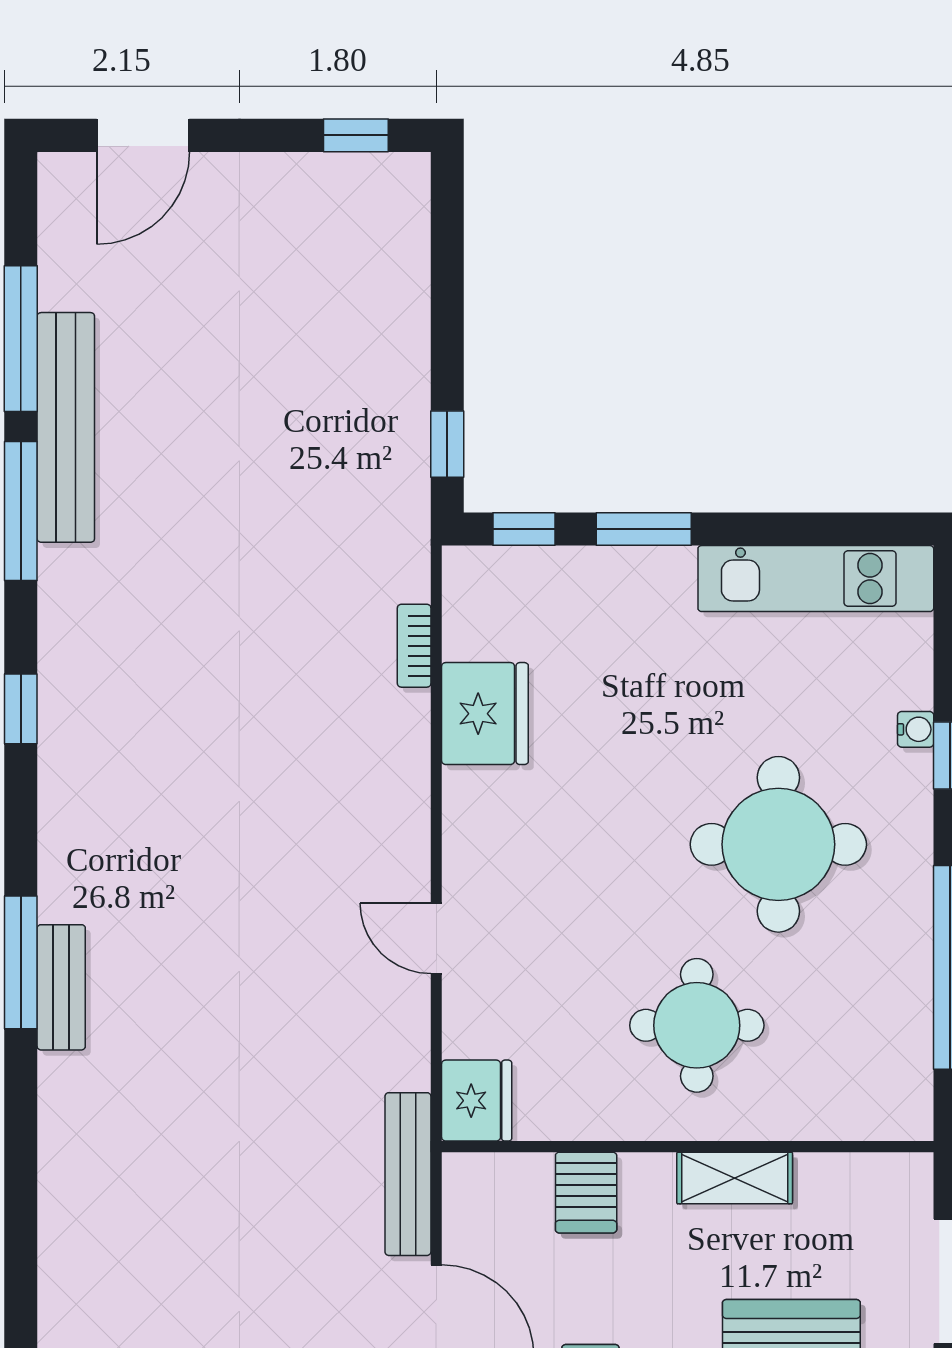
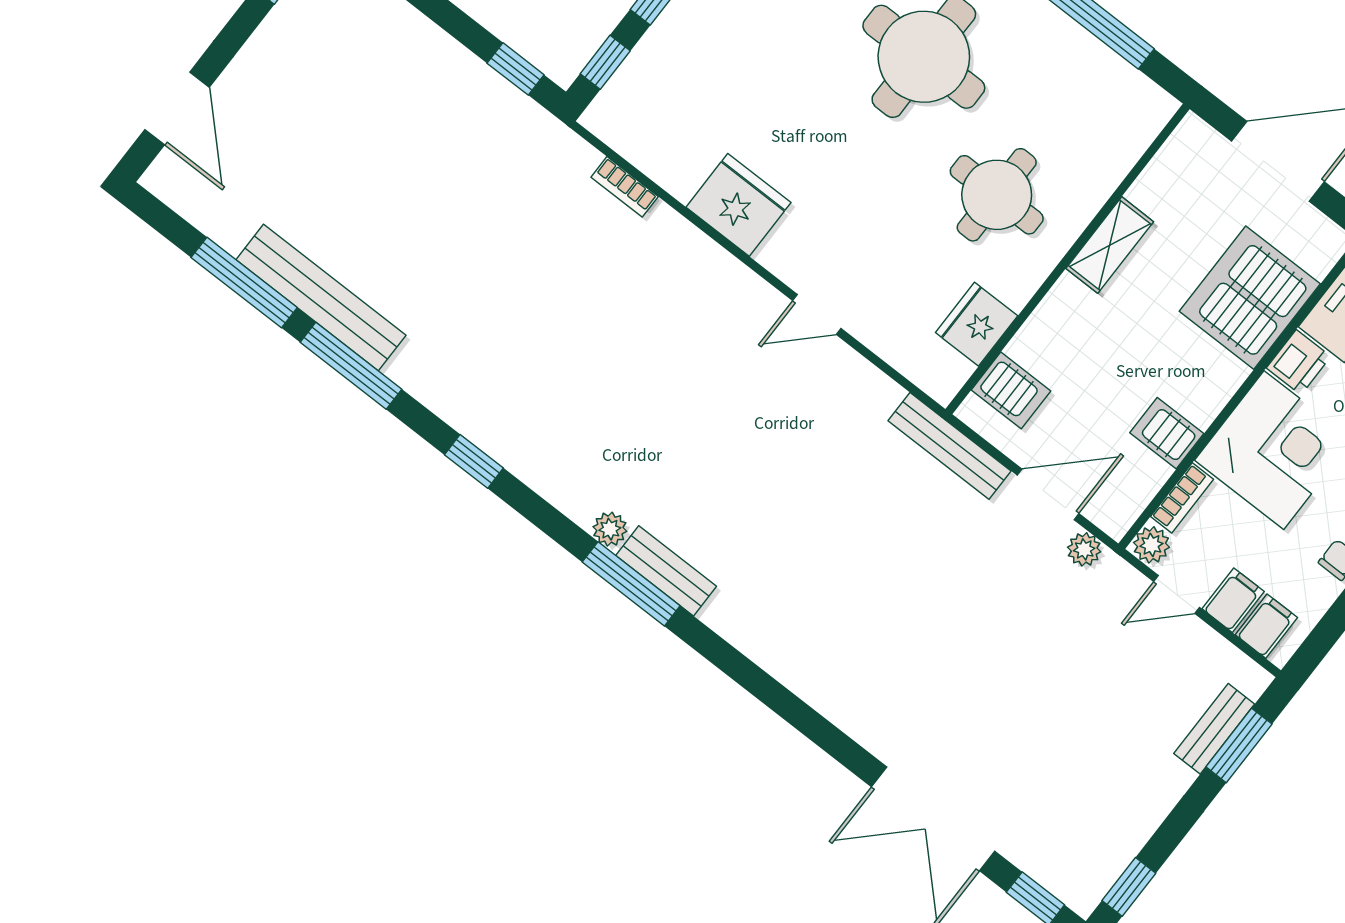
fridge: (485, 714) -> (738, 205), moved
plant: (59, 898) -> (610, 529), added
fridge: (477, 1101) -> (977, 324), moved, turned -90
server rack: (586, 1193) -> (1011, 390), moved

